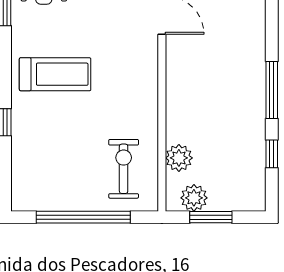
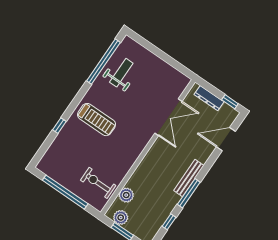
bench: (256, 67) -> (189, 178), added
exercise bike: (124, 169) -> (98, 183), turned -90

